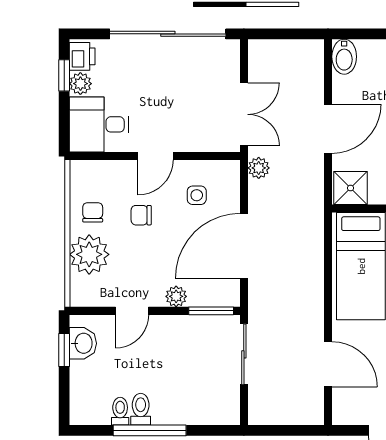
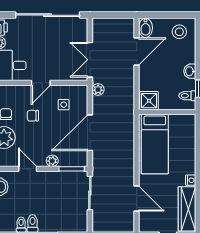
double door: (244, 114) -> (90, 60), swing flipped
door: (328, 129) -> (137, 51), moved
door: (132, 311) -> (28, 169), swing flipped

